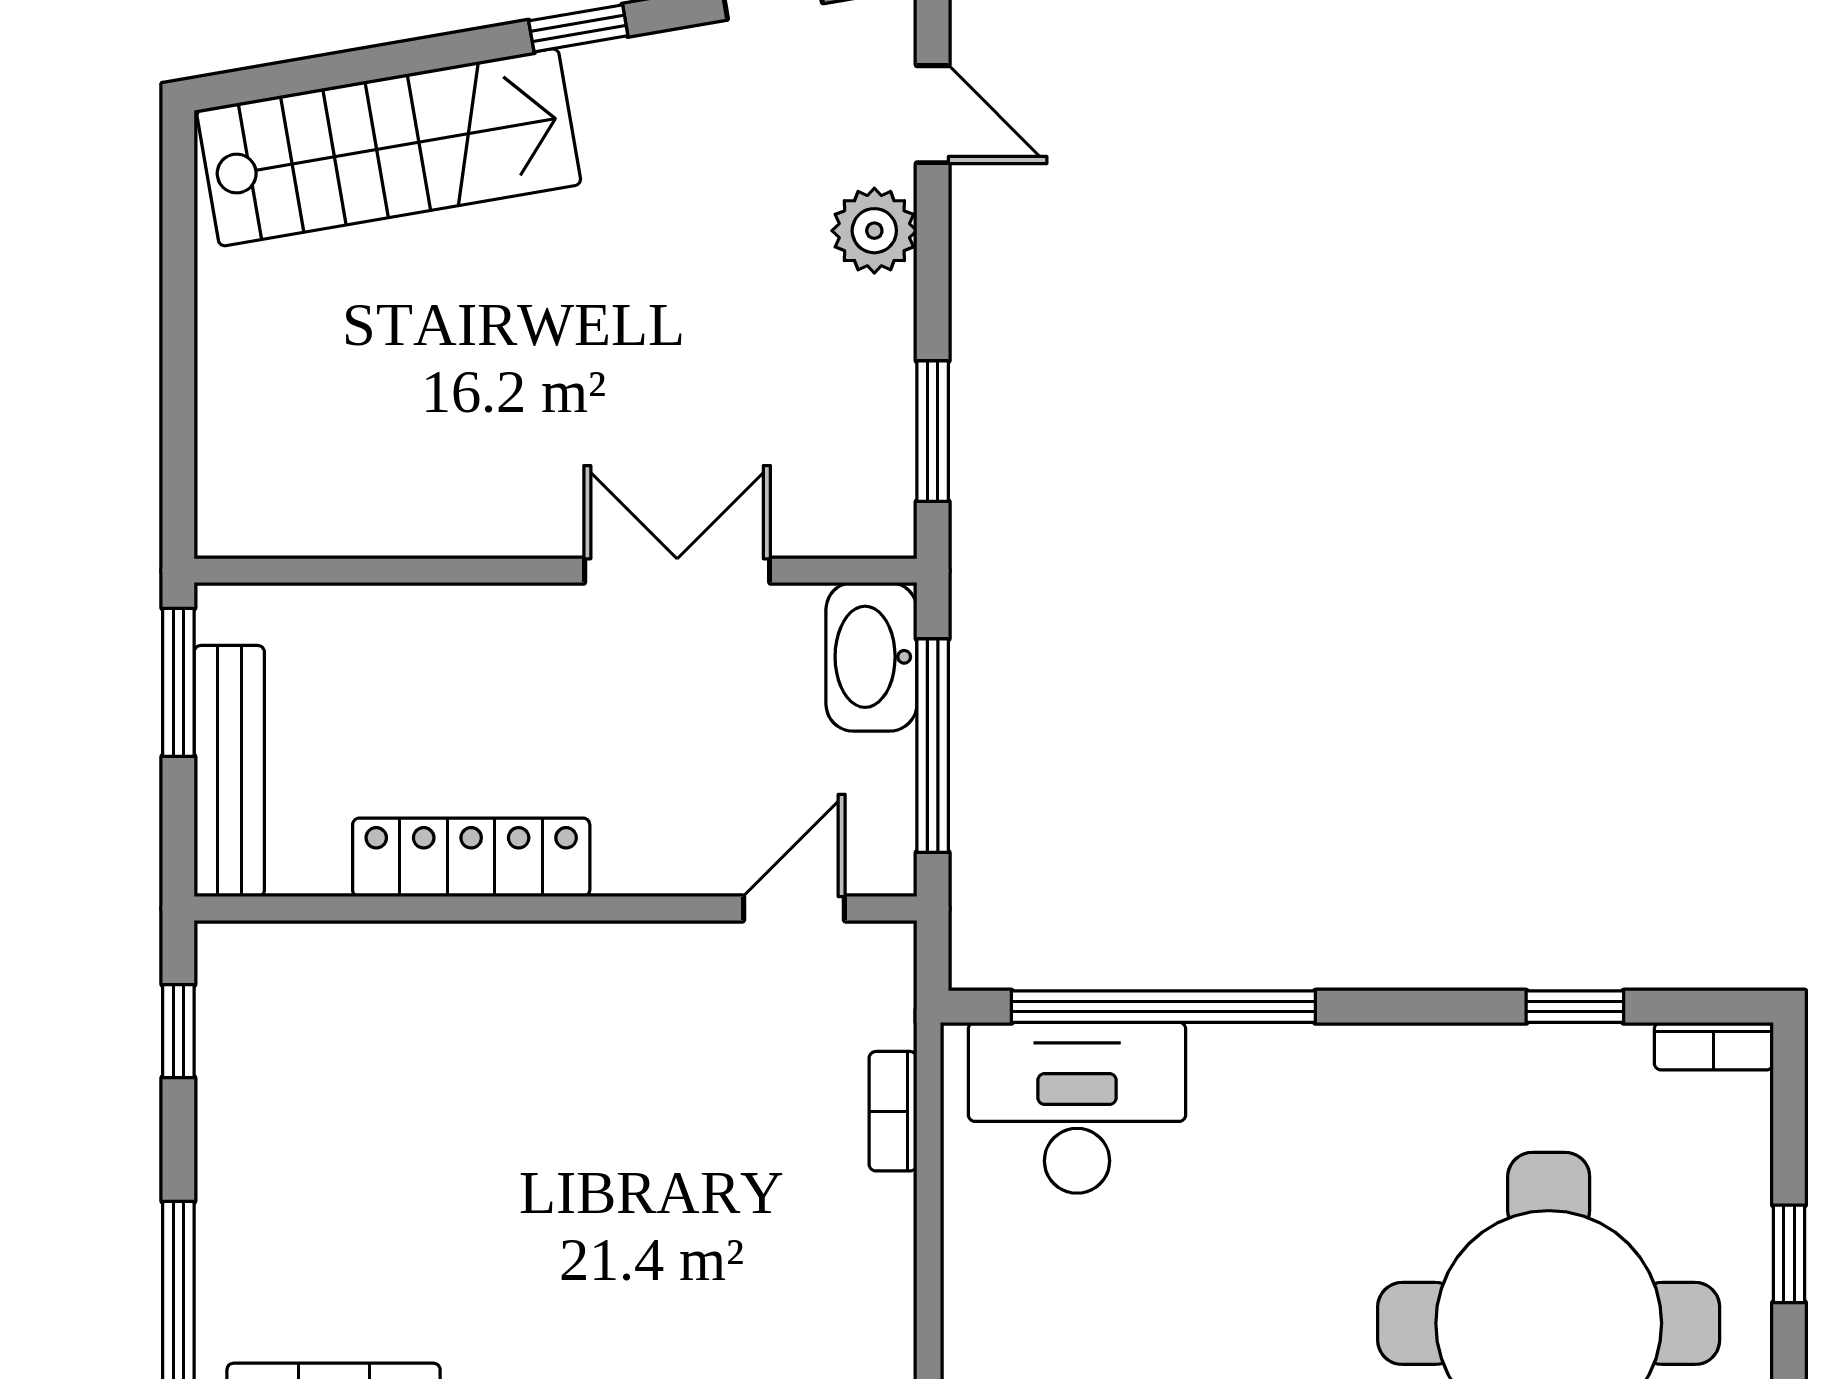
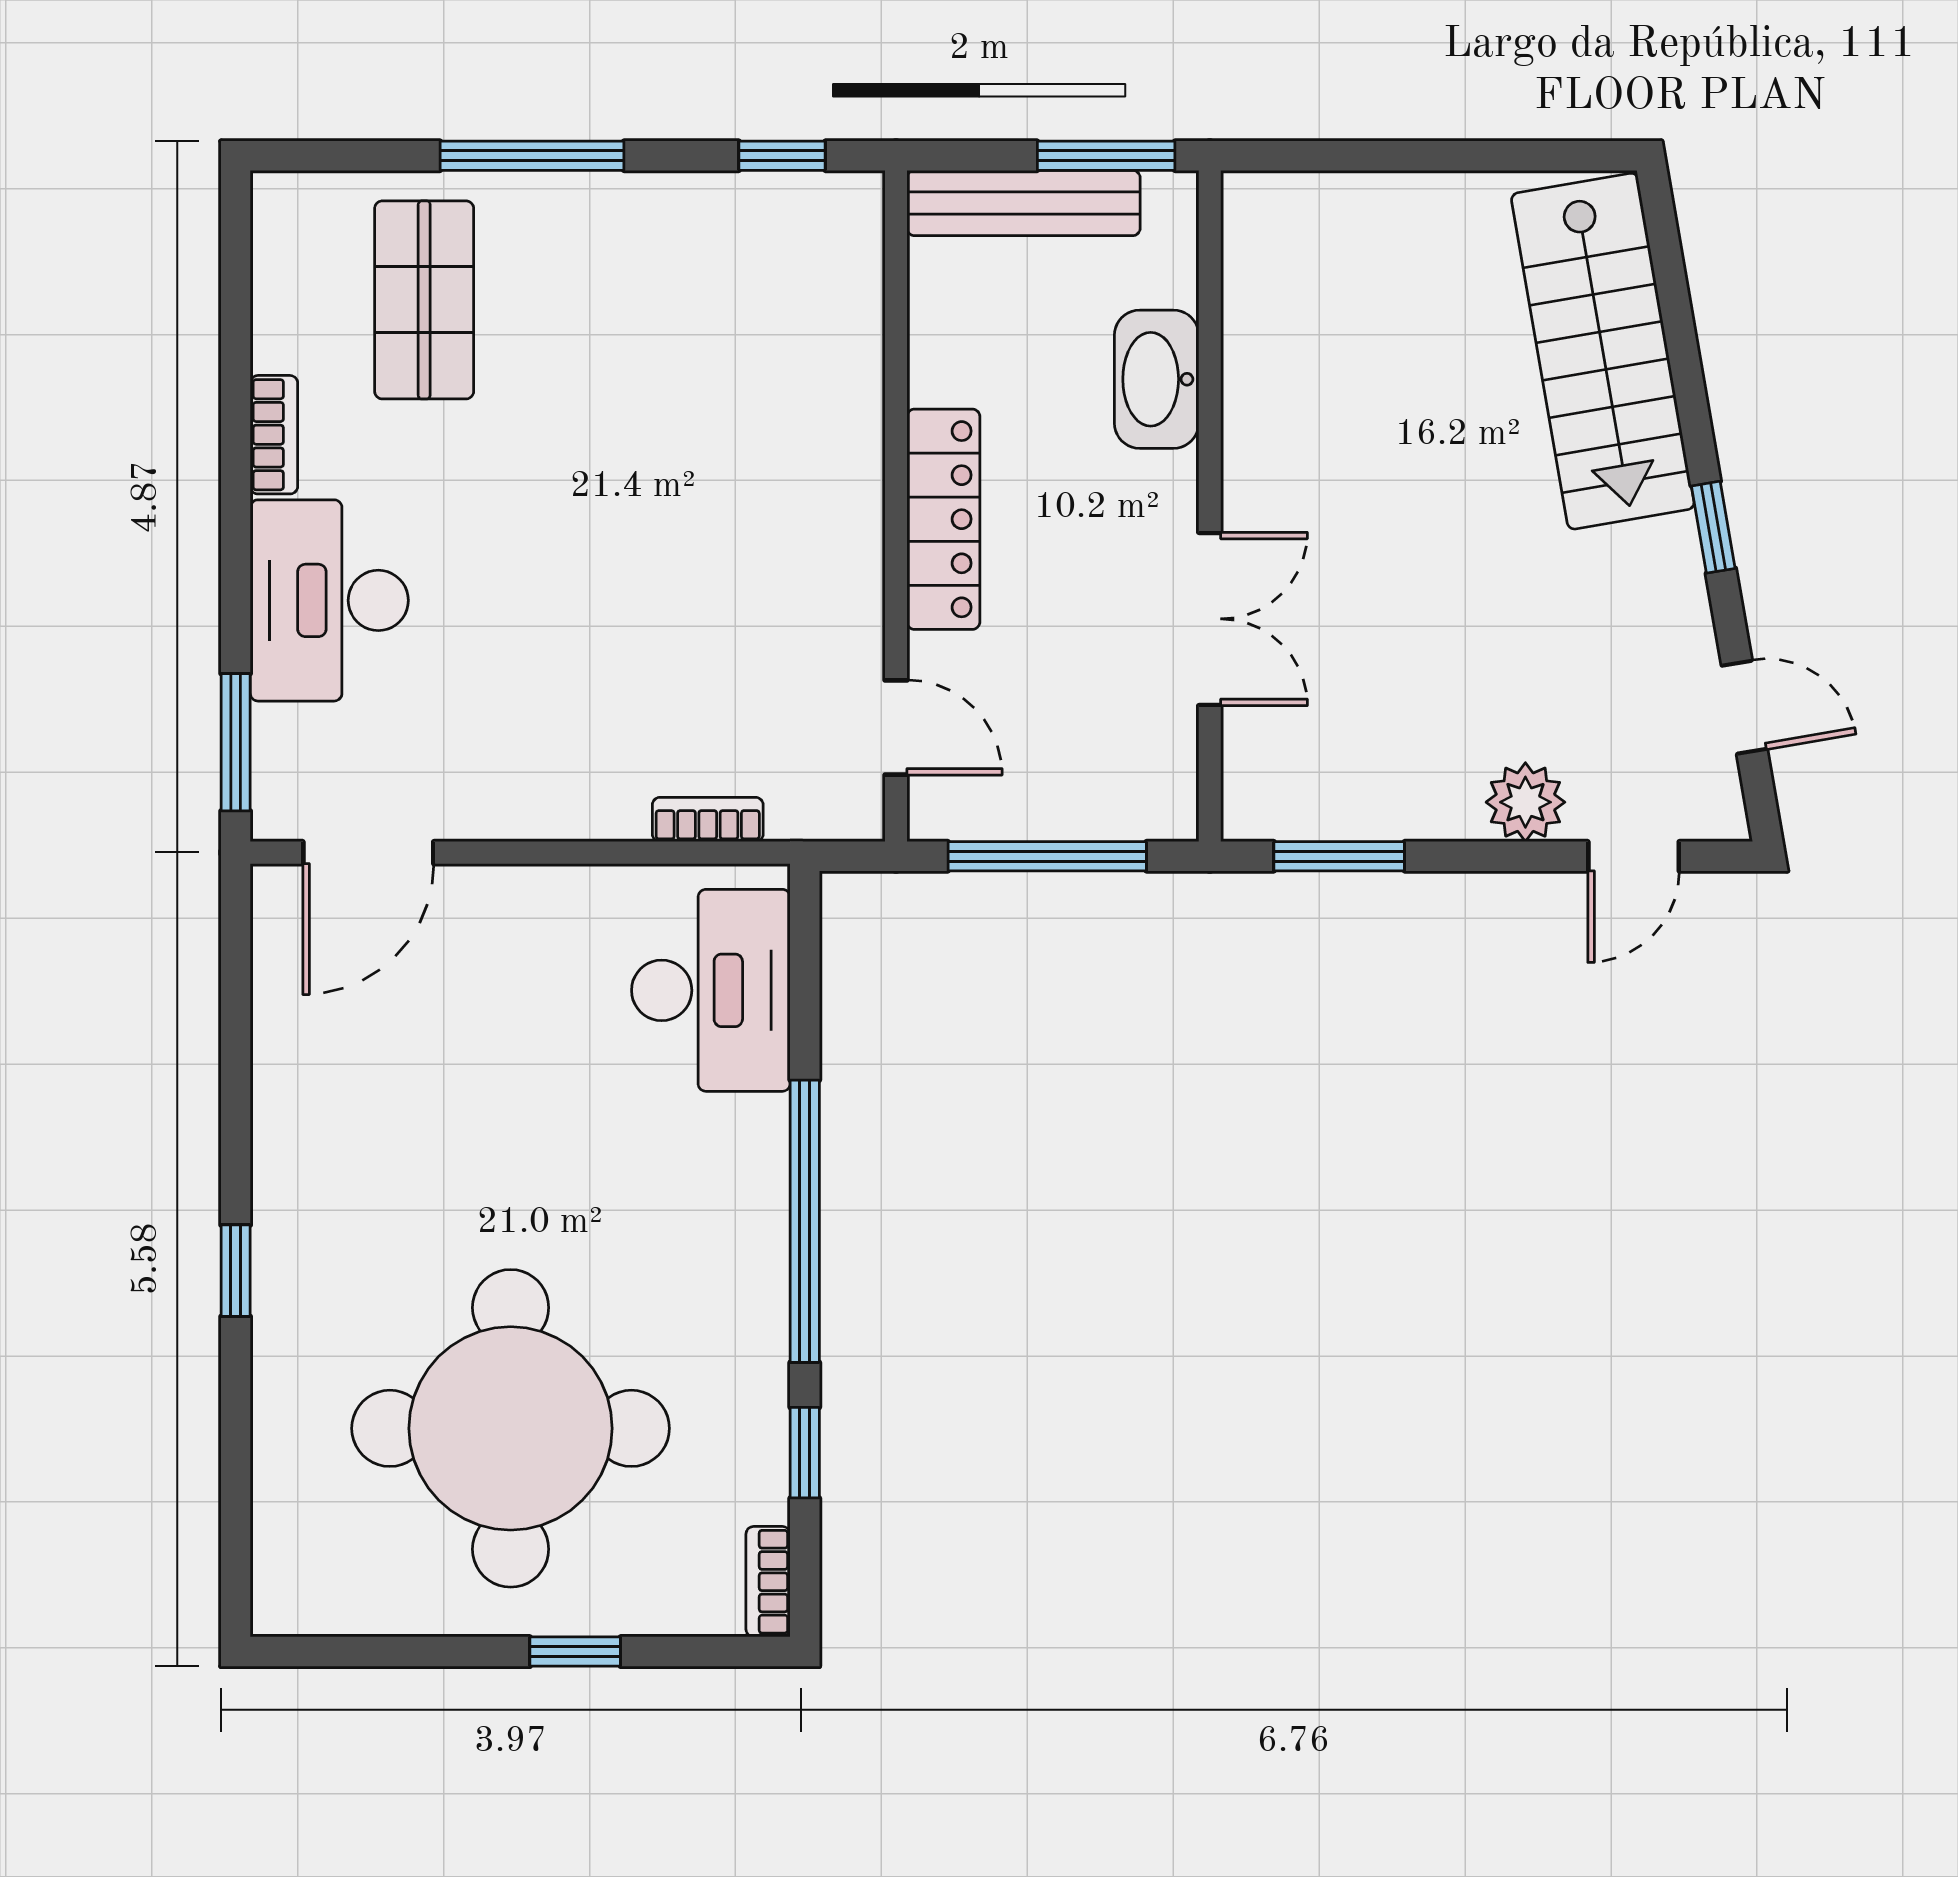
washbasin: (871, 657) -> (1157, 379), moved, turned -90
locker: (471, 857) -> (943, 519), moved
window: (1163, 1007) -> (805, 1221), moved

